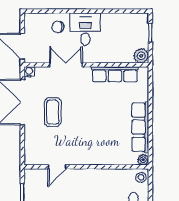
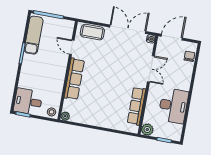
chair: (58, 27) -> (189, 56), moved
desk: (85, 29) -> (173, 106), moved, width x1.37
coffee table: (53, 112) -> (92, 32), moved
row of seats: (140, 127) -> (74, 79), moved, turned 90

